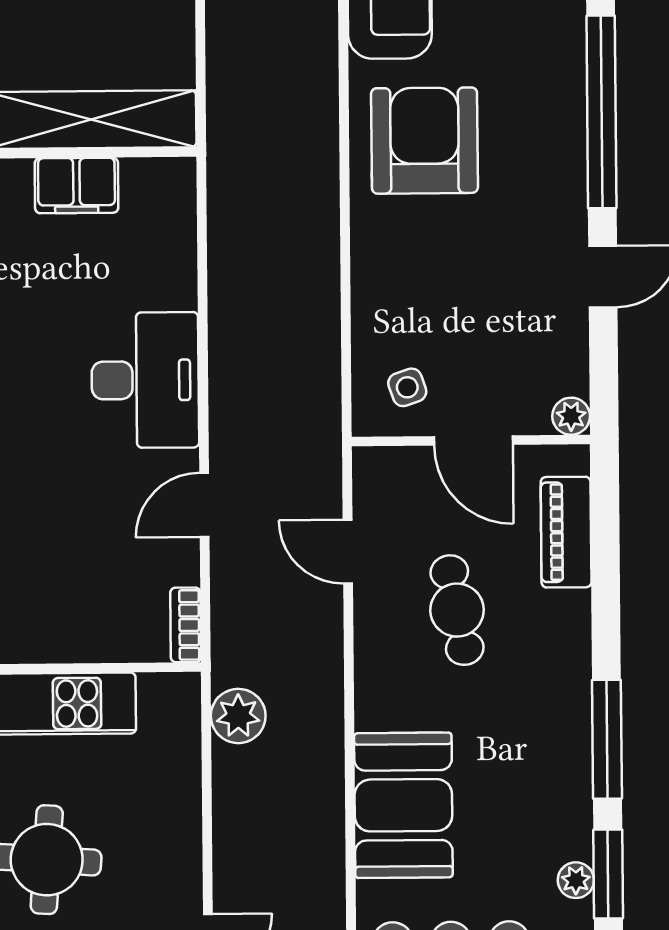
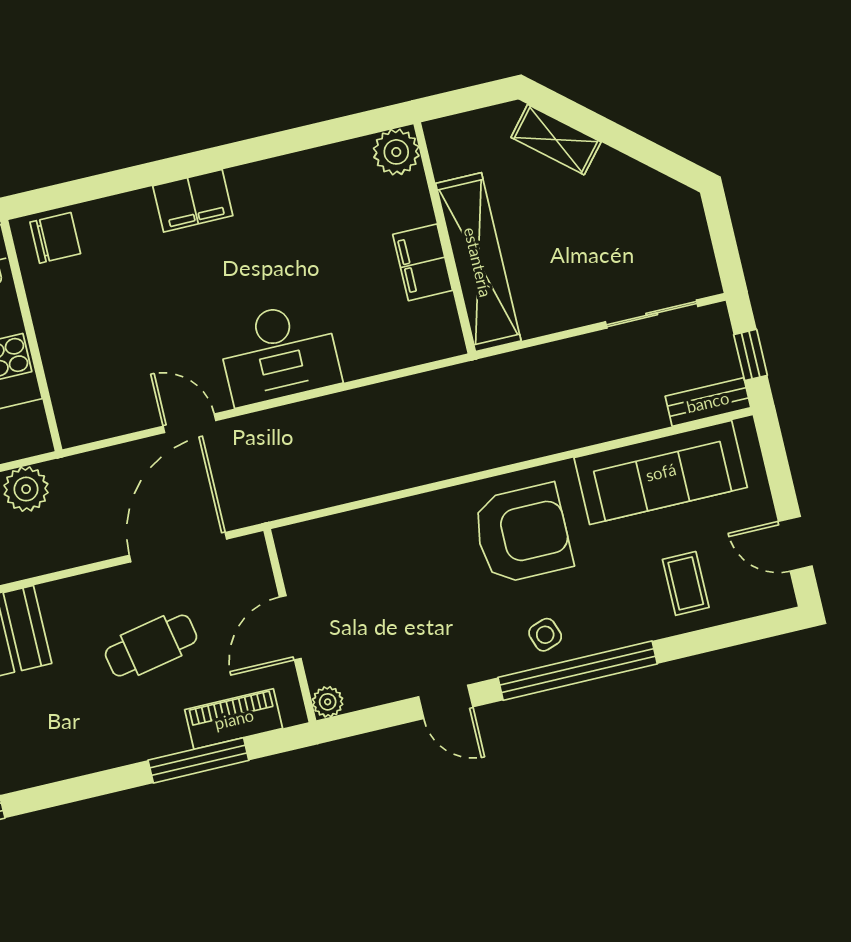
side table: (407, 387) -> (545, 635), moved
door: (348, 552) -> (178, 547), width x1.88
bookcase: (186, 625) -> (90, 430), removed
window: (607, 739) -> (198, 760), moved

